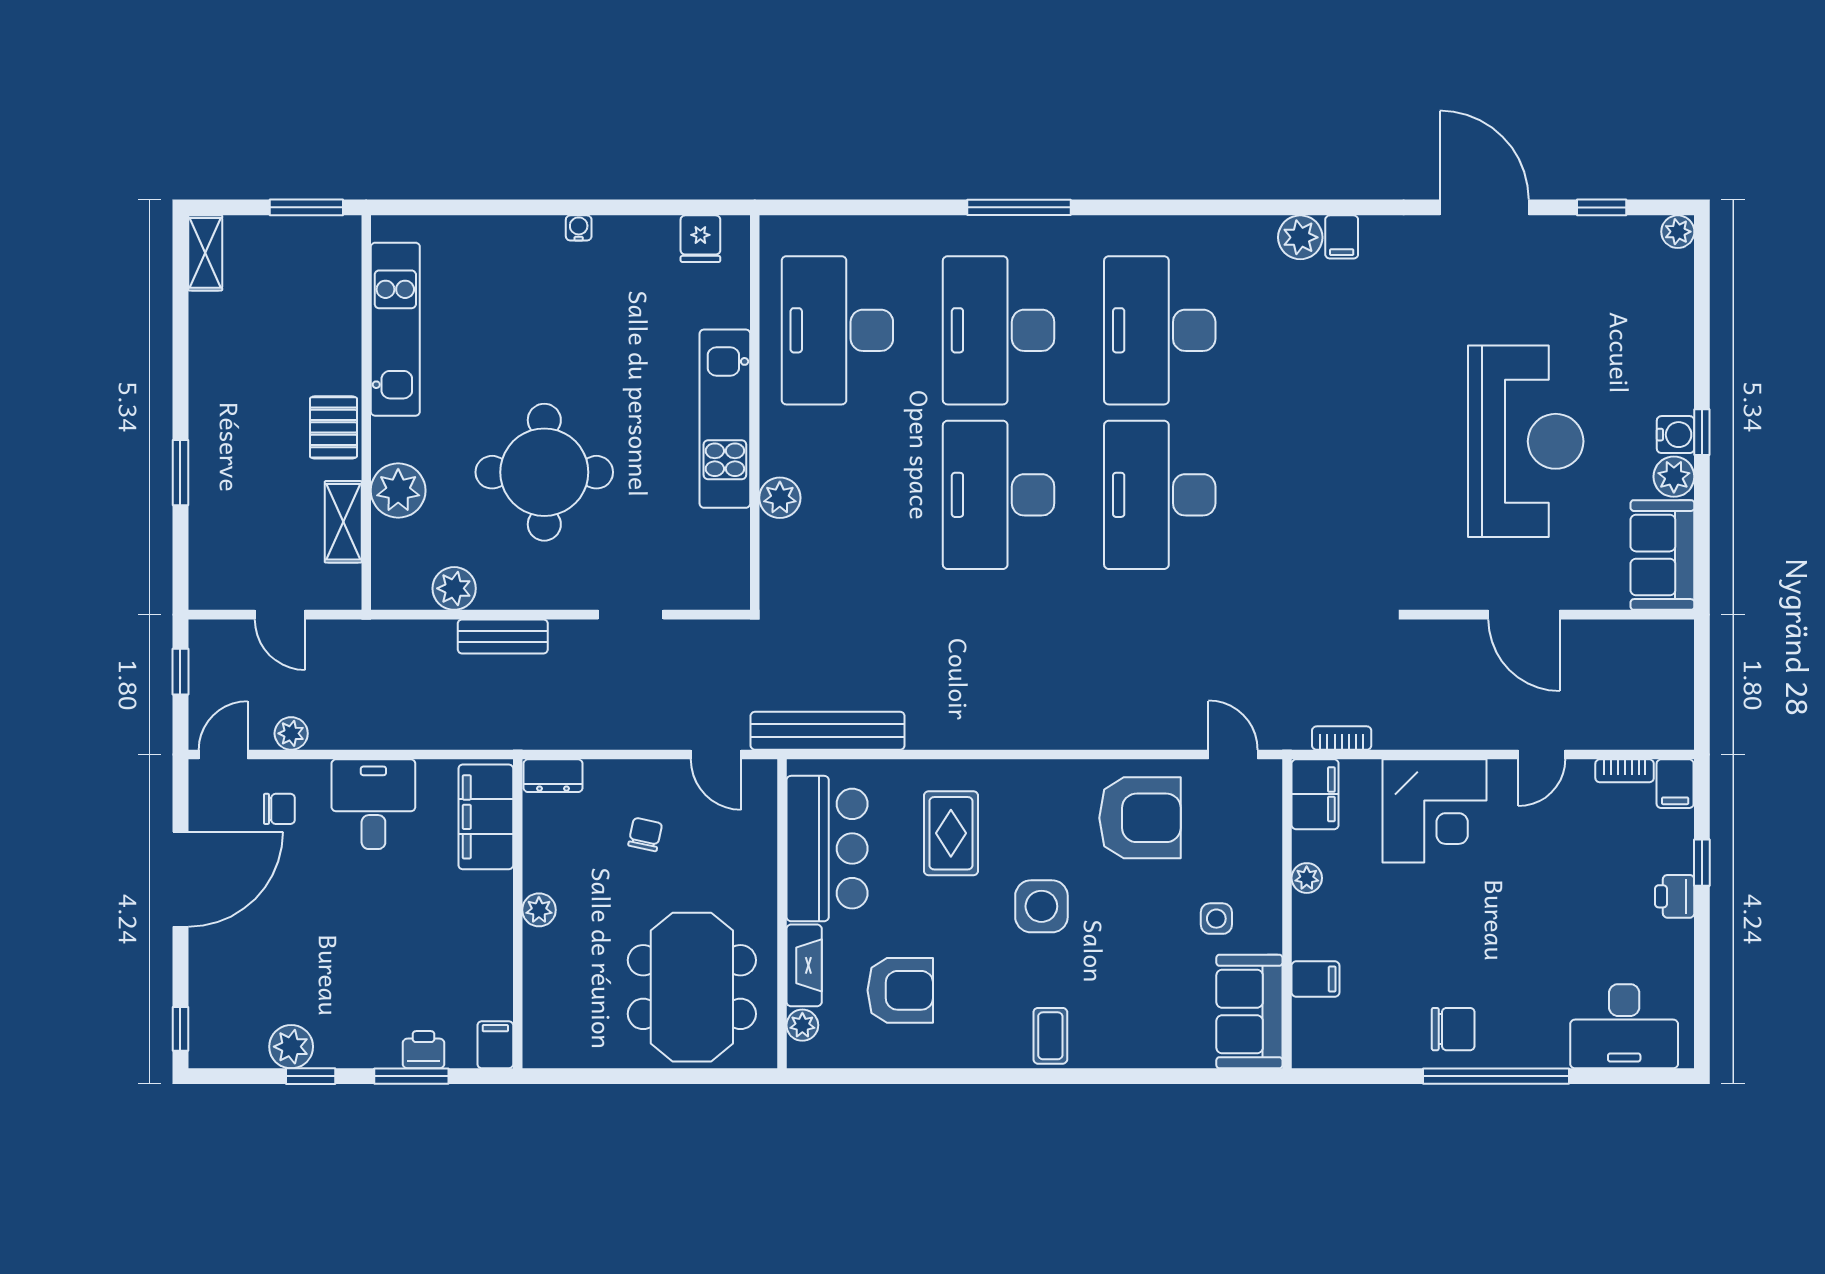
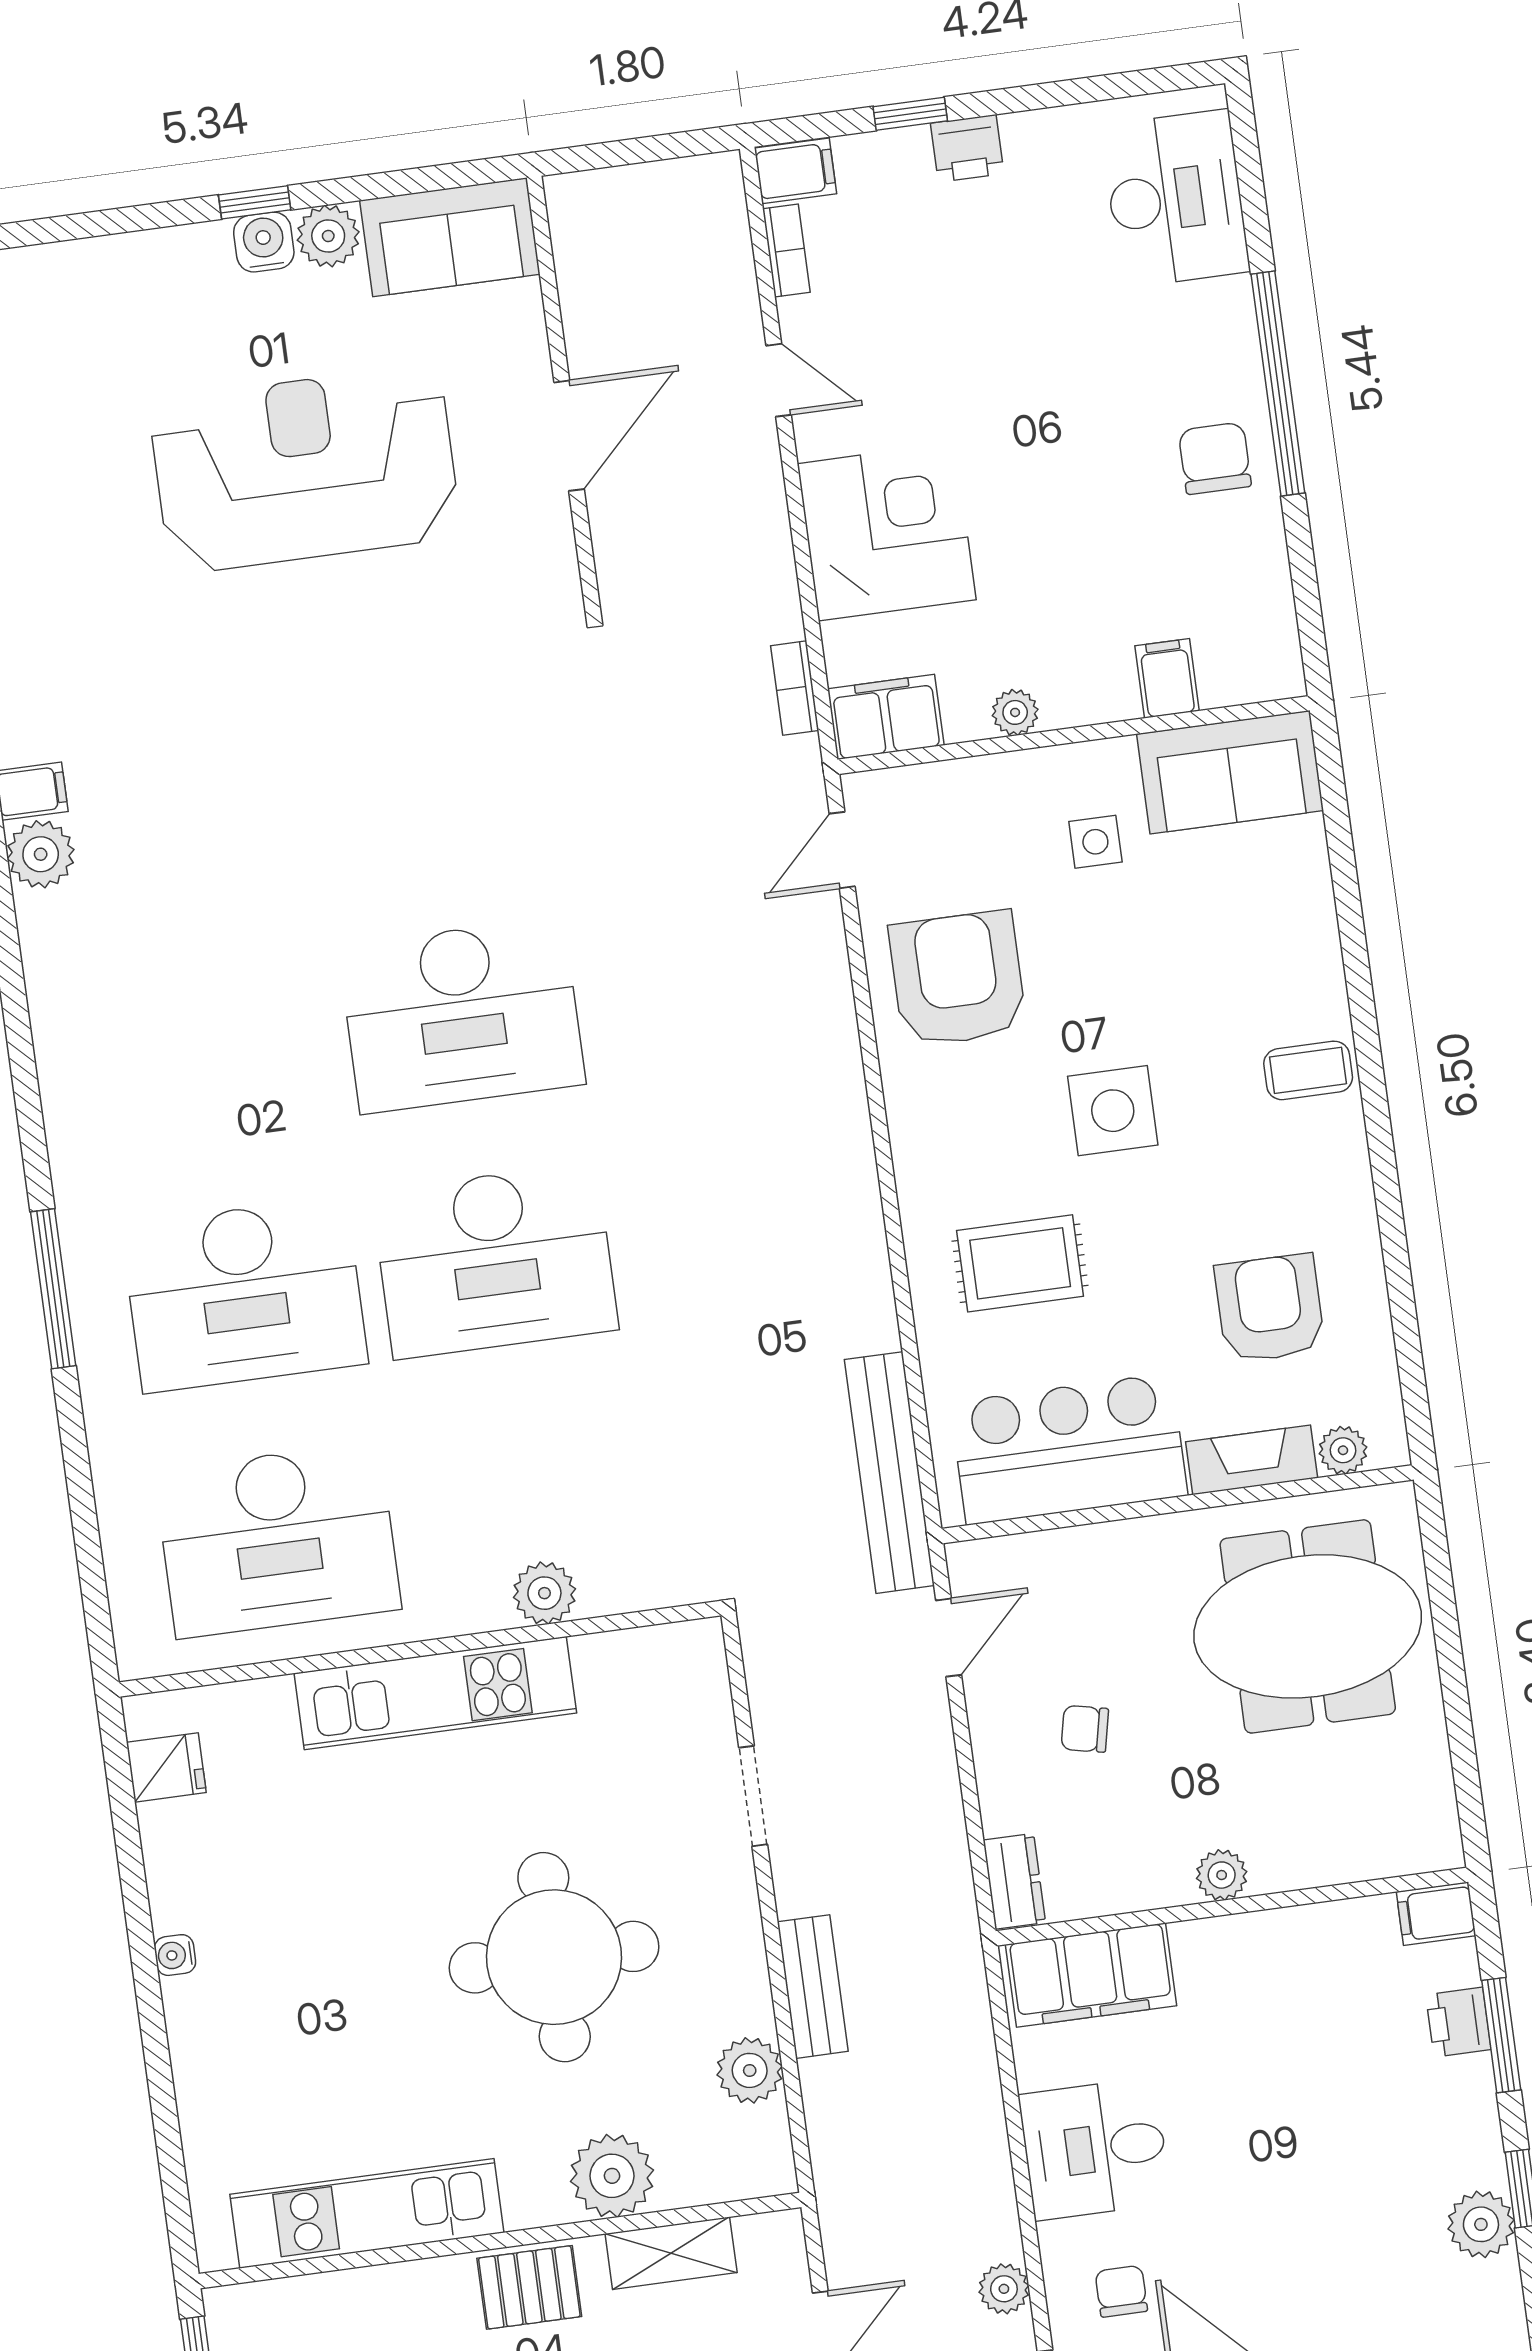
desk: (1160, 330) -> (211, 1049), removed

